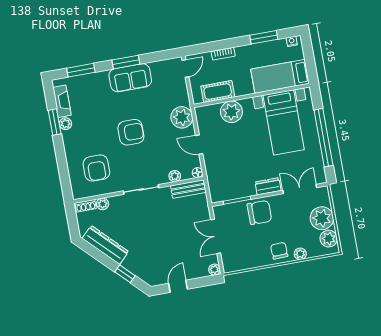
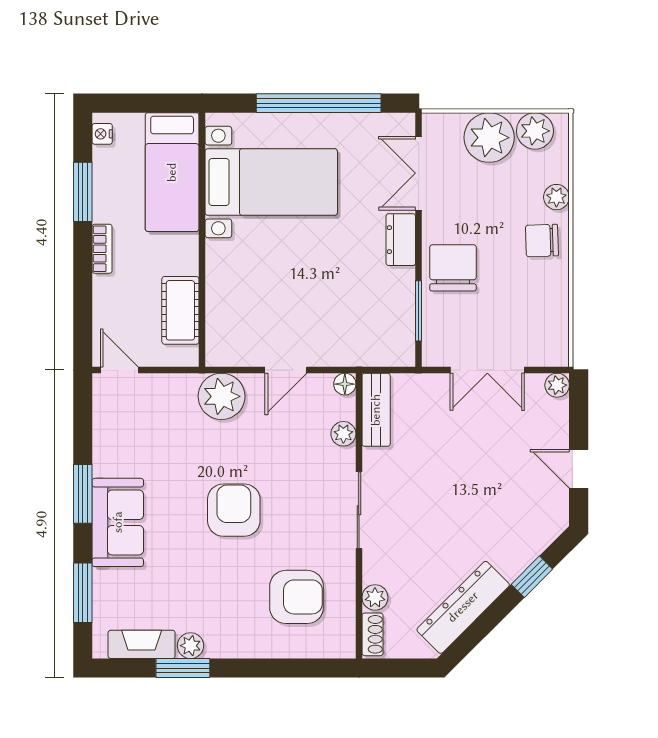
bookcase: (223, 54) -> (102, 249), moved
sofa: (130, 78) -> (118, 522), moved
plant: (231, 112) -> (229, 289), removed

